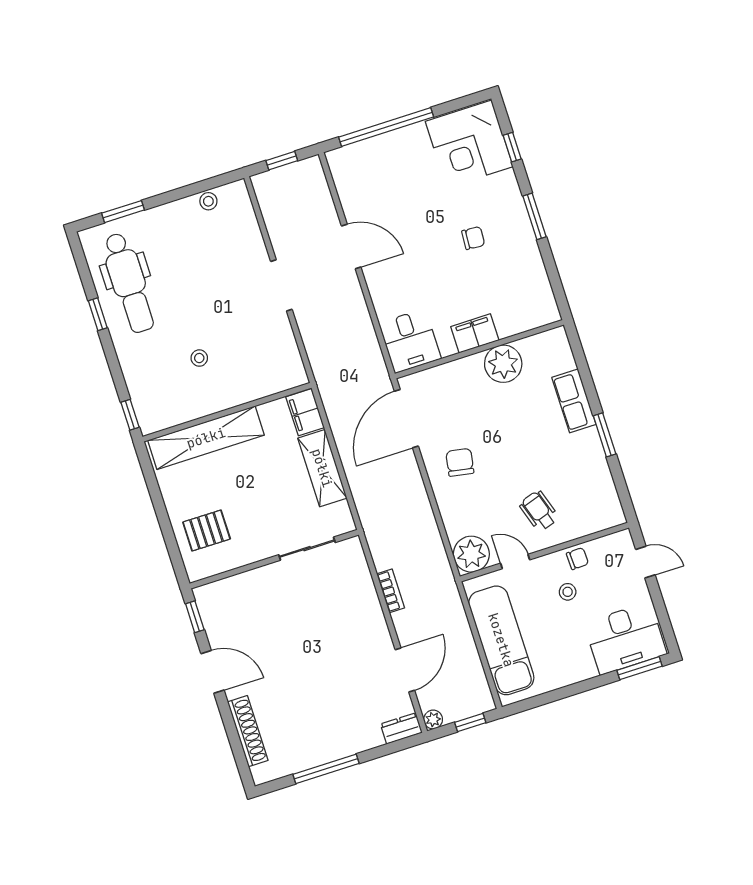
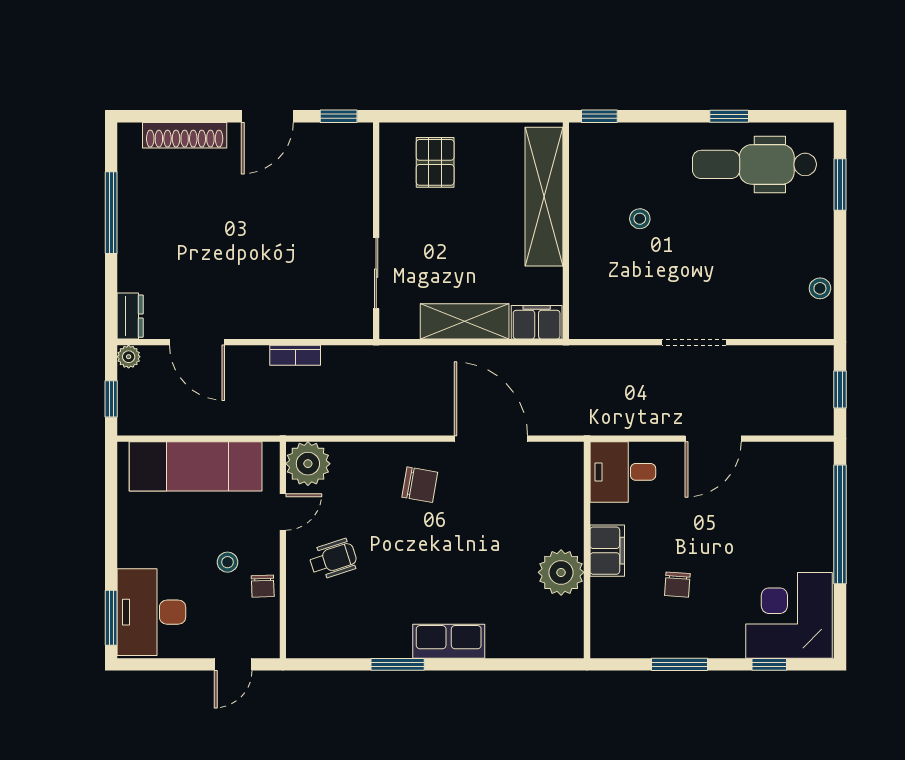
filing cabinet: (475, 333) -> (607, 551), moved
desk: (410, 341) -> (623, 472), moved
wall: (479, 349) -> (587, 550), moved
plant: (503, 364) -> (561, 572), moved

